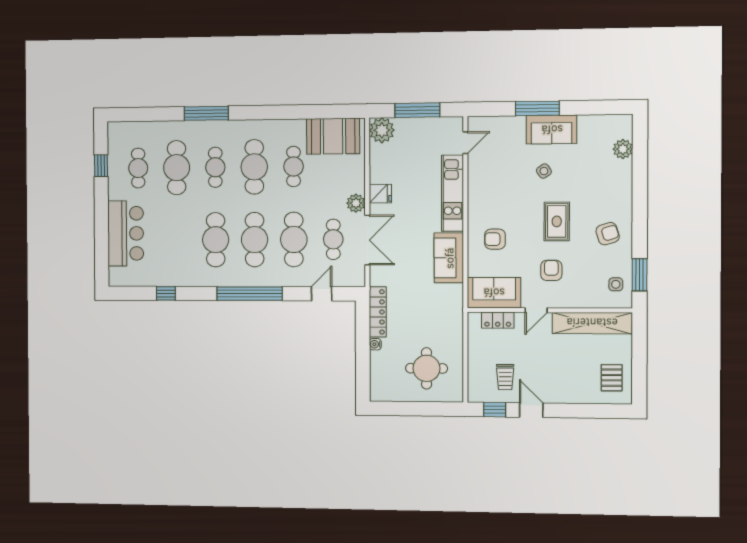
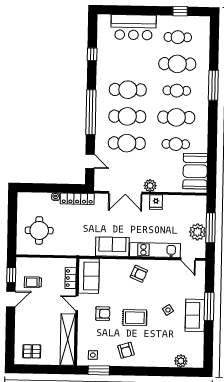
plant: (382, 130) -> (197, 232), moved
cafe table: (333, 239) -> (126, 170), removed
armchair: (495, 239) -> (139, 274), moved, turned 113

